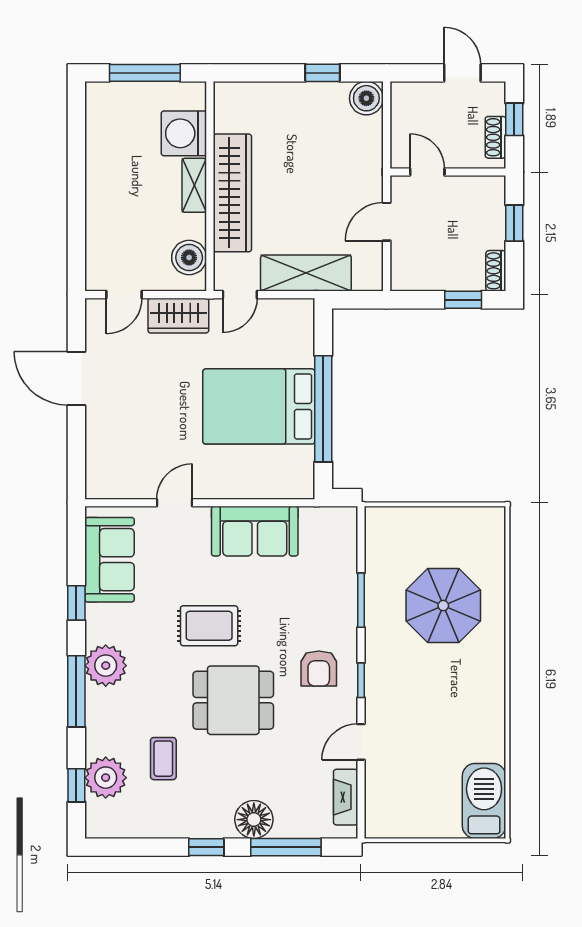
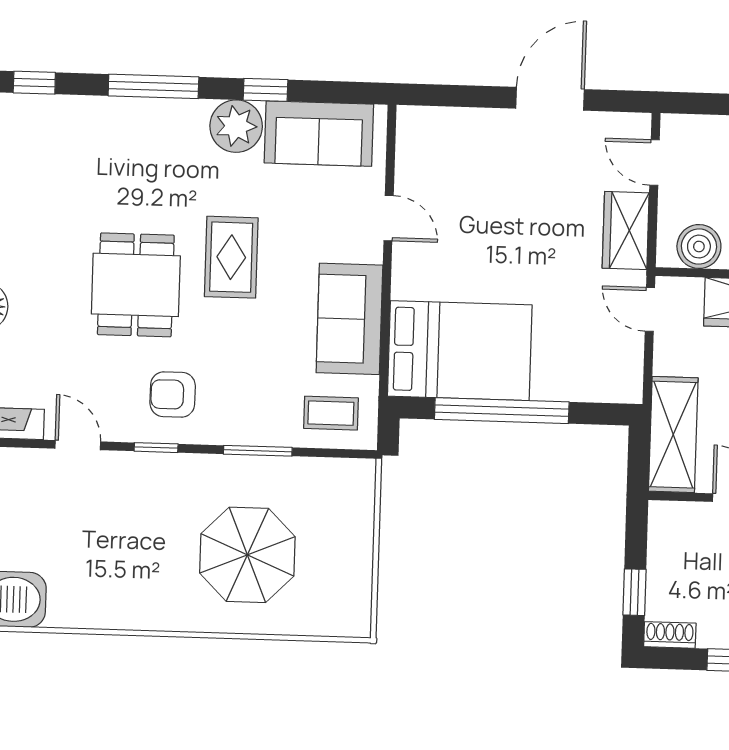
shelving: (306, 273) -> (673, 435), moved
bed: (259, 406) -> (460, 351), moved, turned 90
plant: (106, 666) -> (236, 126), moved
coffee table: (163, 759) -> (331, 413), moved
plant: (106, 778) -> (43, 120), removed

